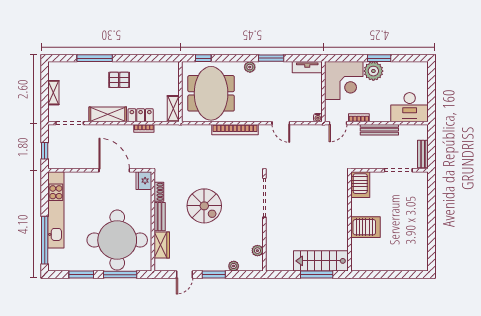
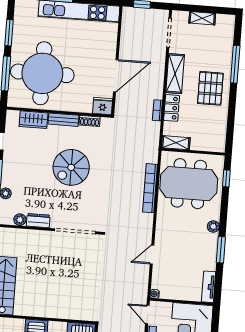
pallet: (119, 80) -> (210, 88), width x1.50, depth x1.42
bookcase: (235, 130) -> (150, 188), moved
dresser: (257, 233) -> (38, 221), added

